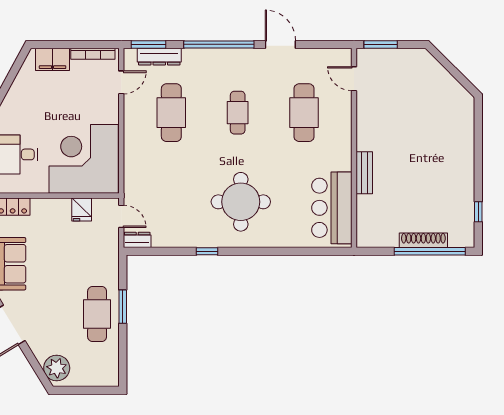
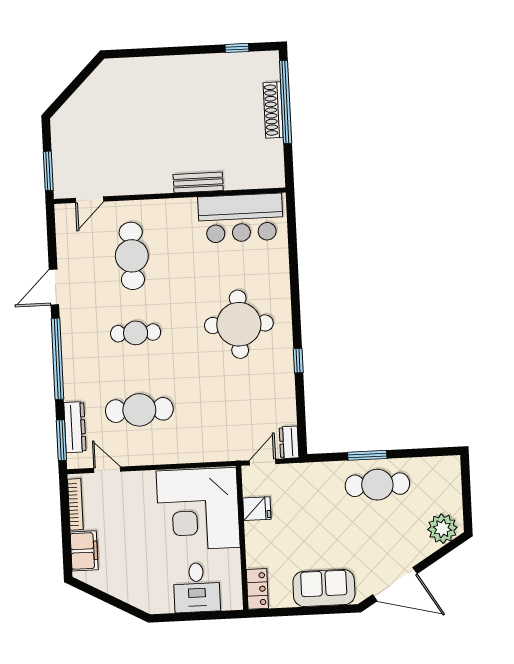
cafe table: (304, 113) -> (132, 256), turned 90

